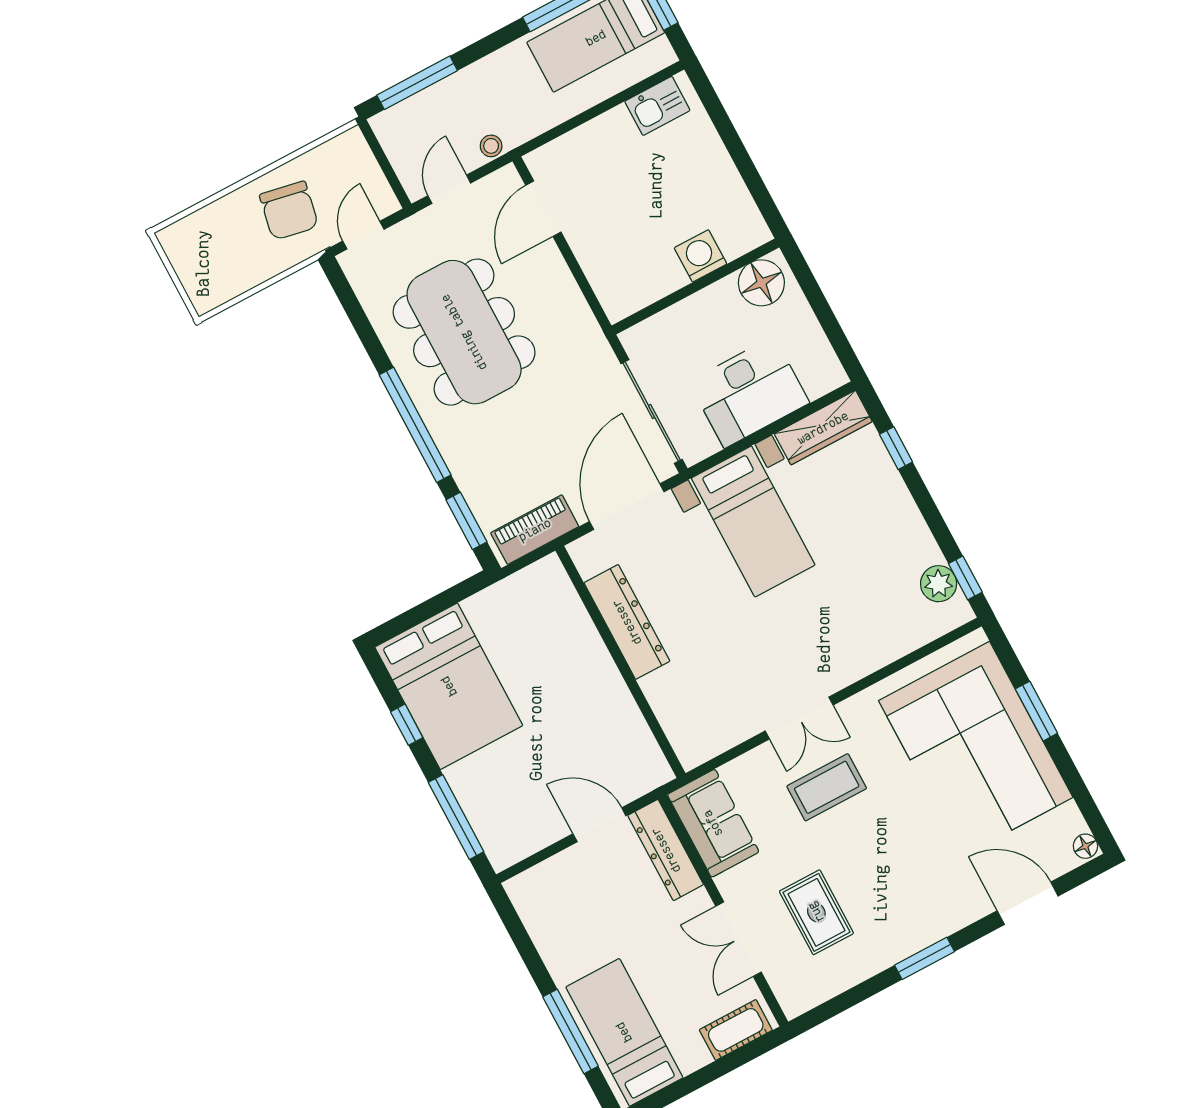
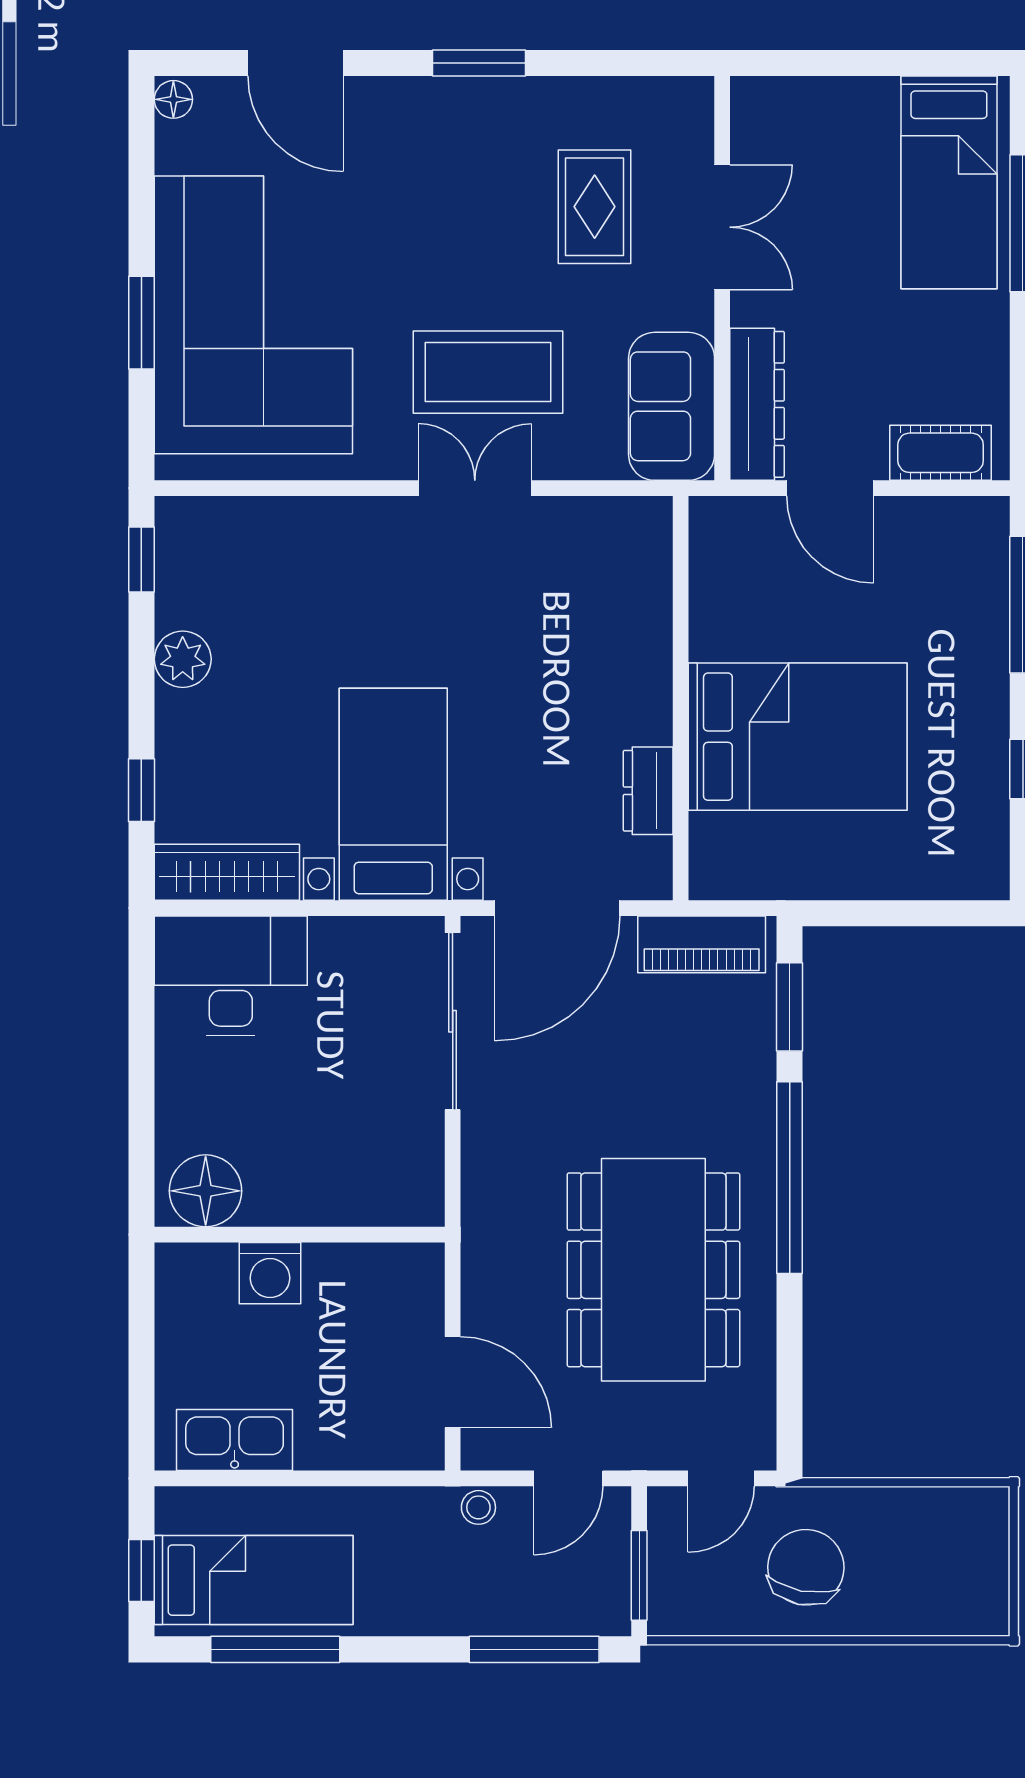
kitchen sink: (657, 106) -> (235, 1440), width x1.38
window: (380, 156) -> (639, 1575), added
door: (543, 209) -> (453, 1382), hinge flipped
washing machine: (700, 256) -> (270, 1273), moved
floor lamp: (761, 283) -> (206, 1191), moved
wall: (695, 286) -> (300, 1235), moved
desk: (749, 392) -> (231, 976), moved
plant: (939, 584) -> (183, 659), moved
dresser: (627, 622) -> (648, 791), width x0.51, depth x0.80
bed: (449, 686) -> (798, 737), moved, turned 90
coffee table: (827, 787) -> (488, 372), width x1.36, depth x1.32
cot: (736, 1030) -> (941, 453), moved

